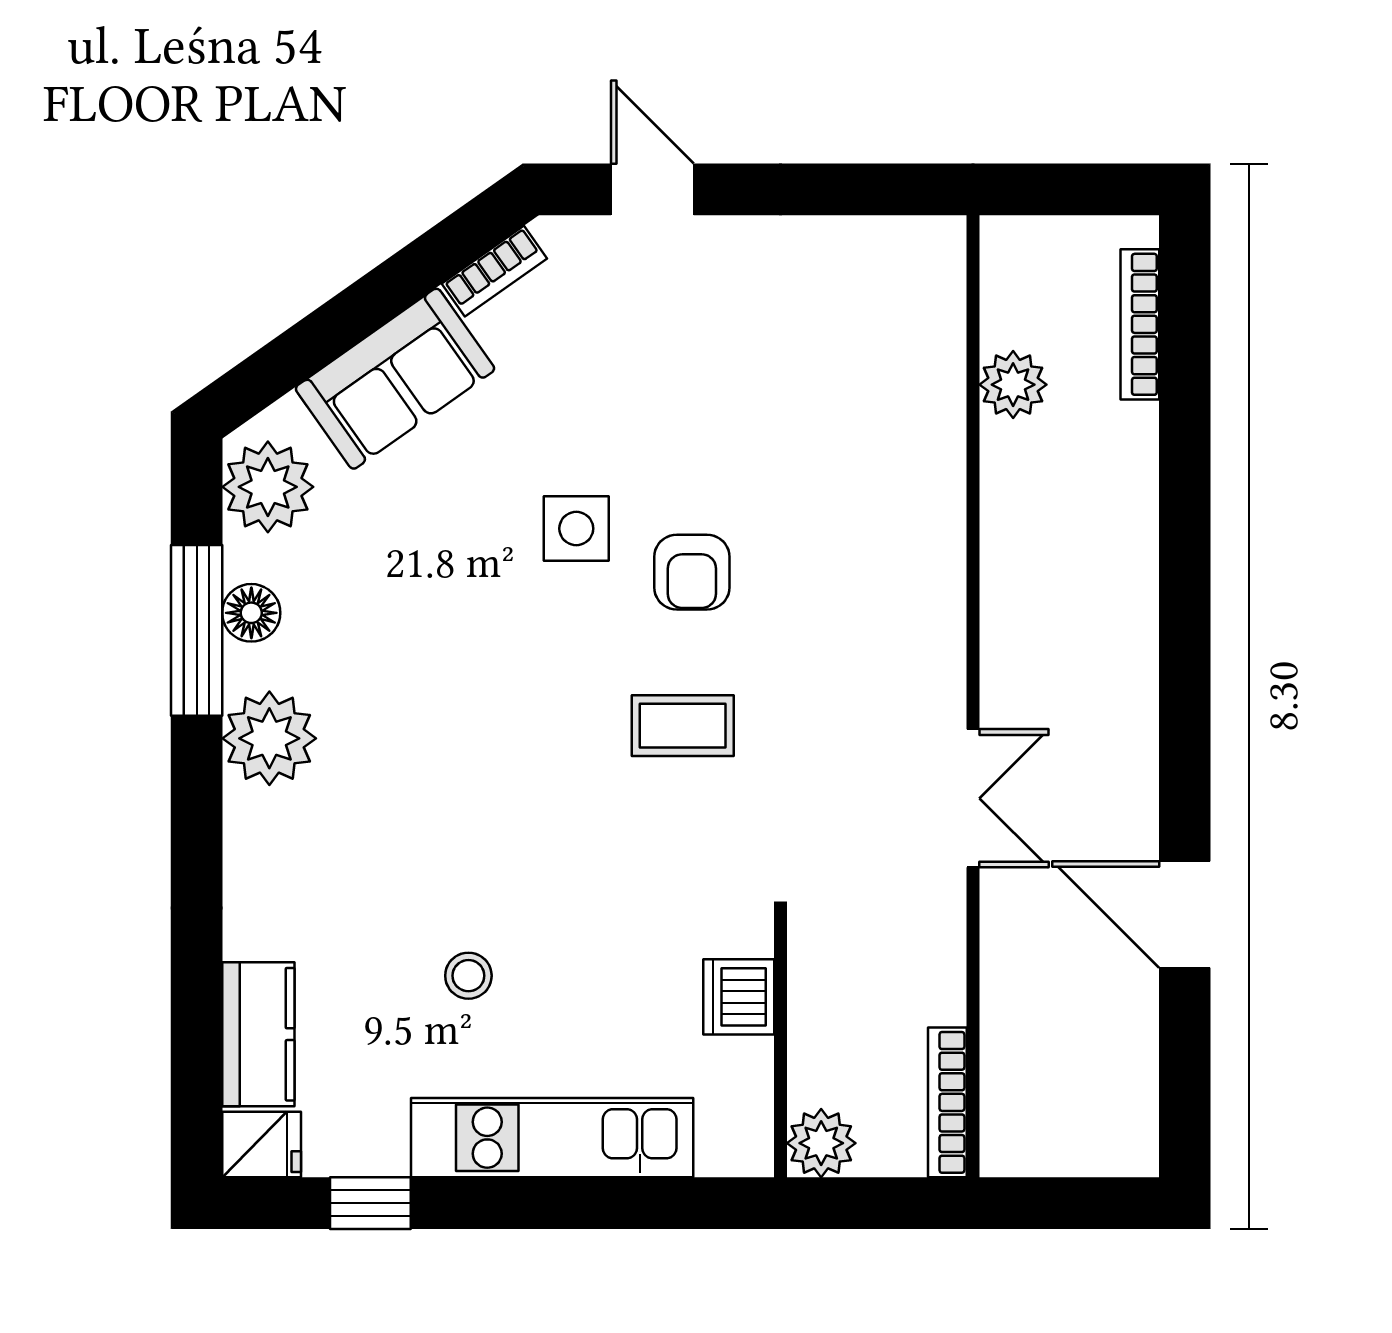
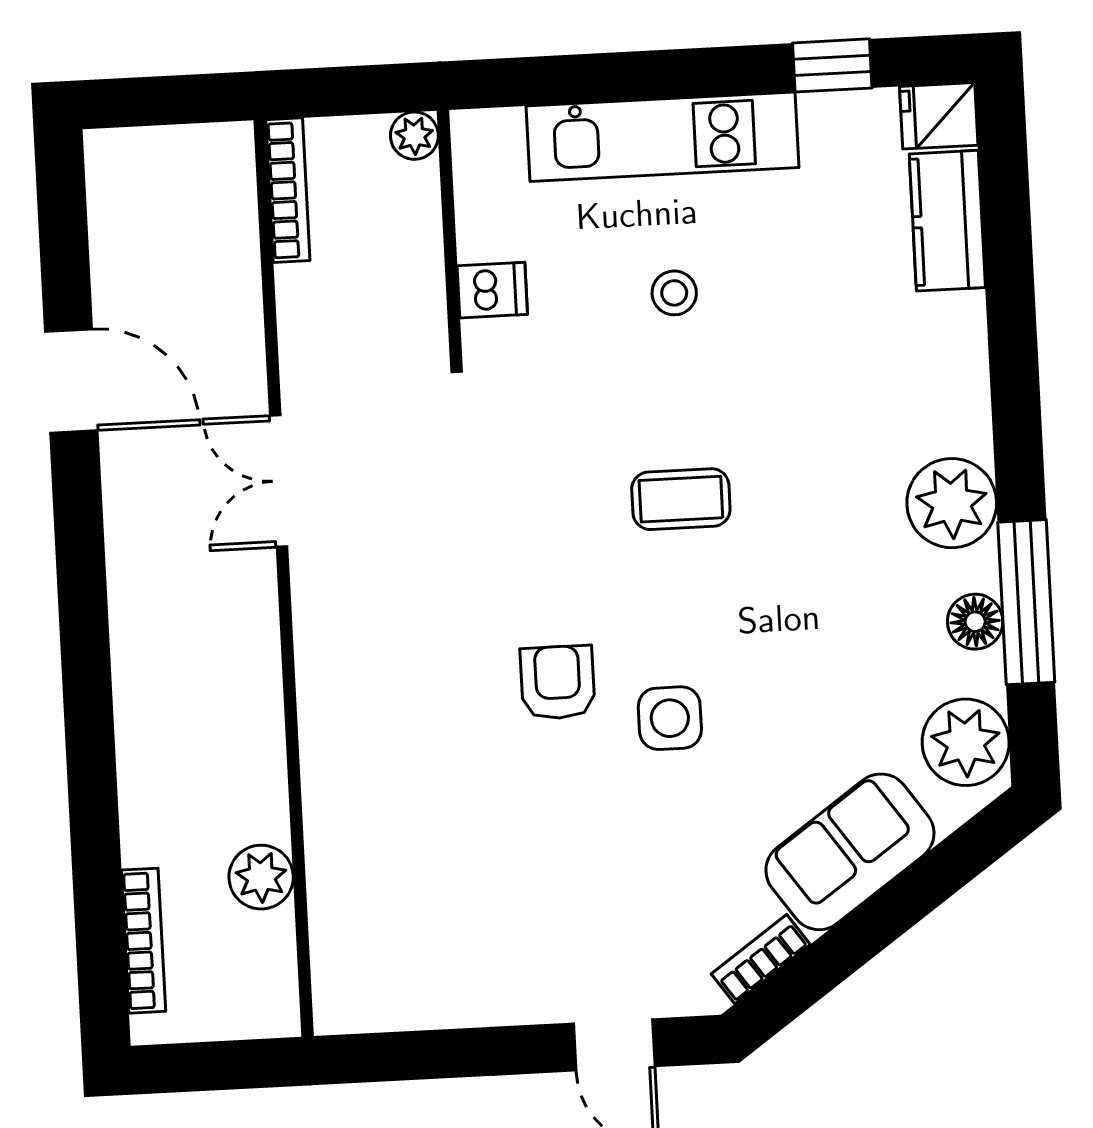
coffee table: (683, 726) -> (681, 499), moved
stool: (468, 976) -> (674, 293), moved
dishwasher: (739, 997) -> (492, 290), width x0.73
plant: (821, 1143) -> (414, 136), width x0.73, depth x0.73

